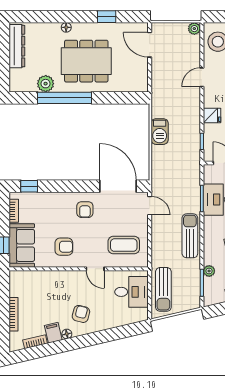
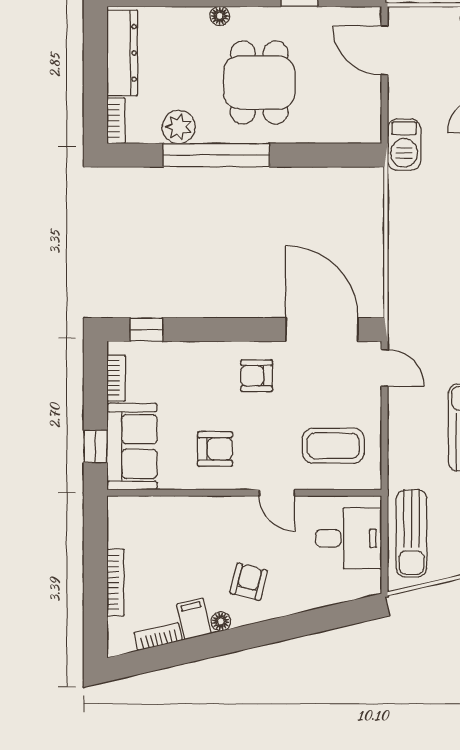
dining table: (86, 61) -> (259, 82), width x0.73
bookcase: (14, 80) -> (116, 121), added
barbecue: (160, 132) -> (404, 145), moved
armchair: (85, 210) -> (257, 376), turned 90

